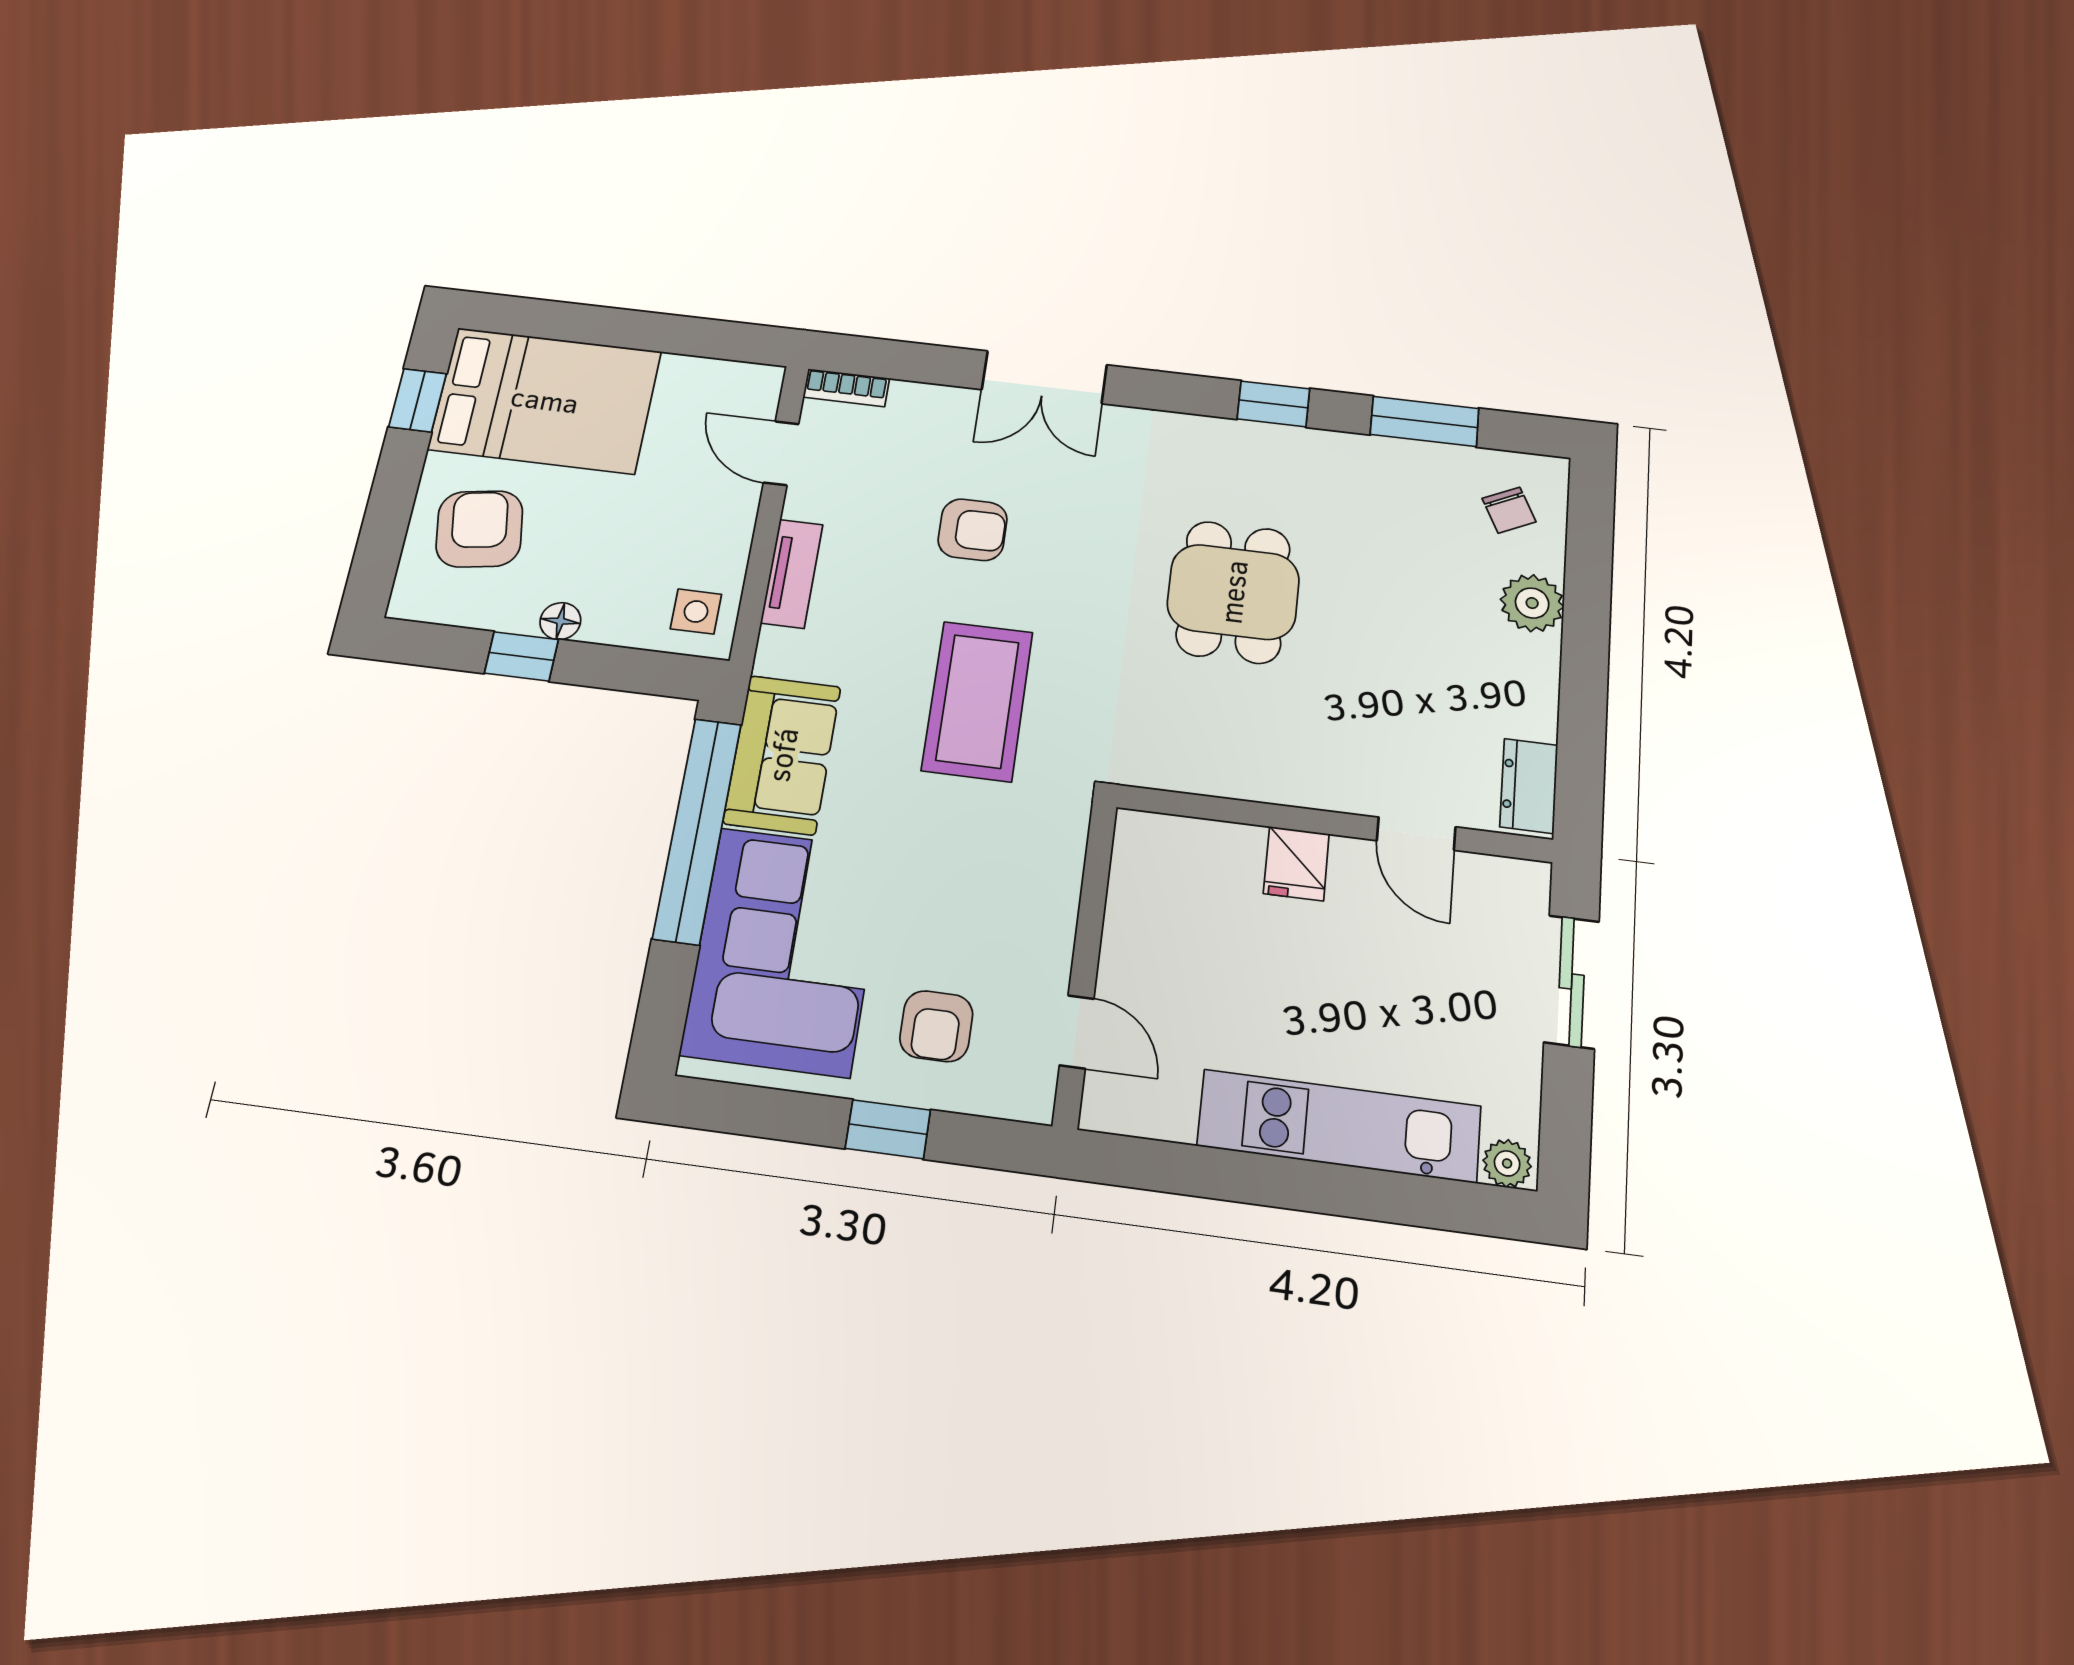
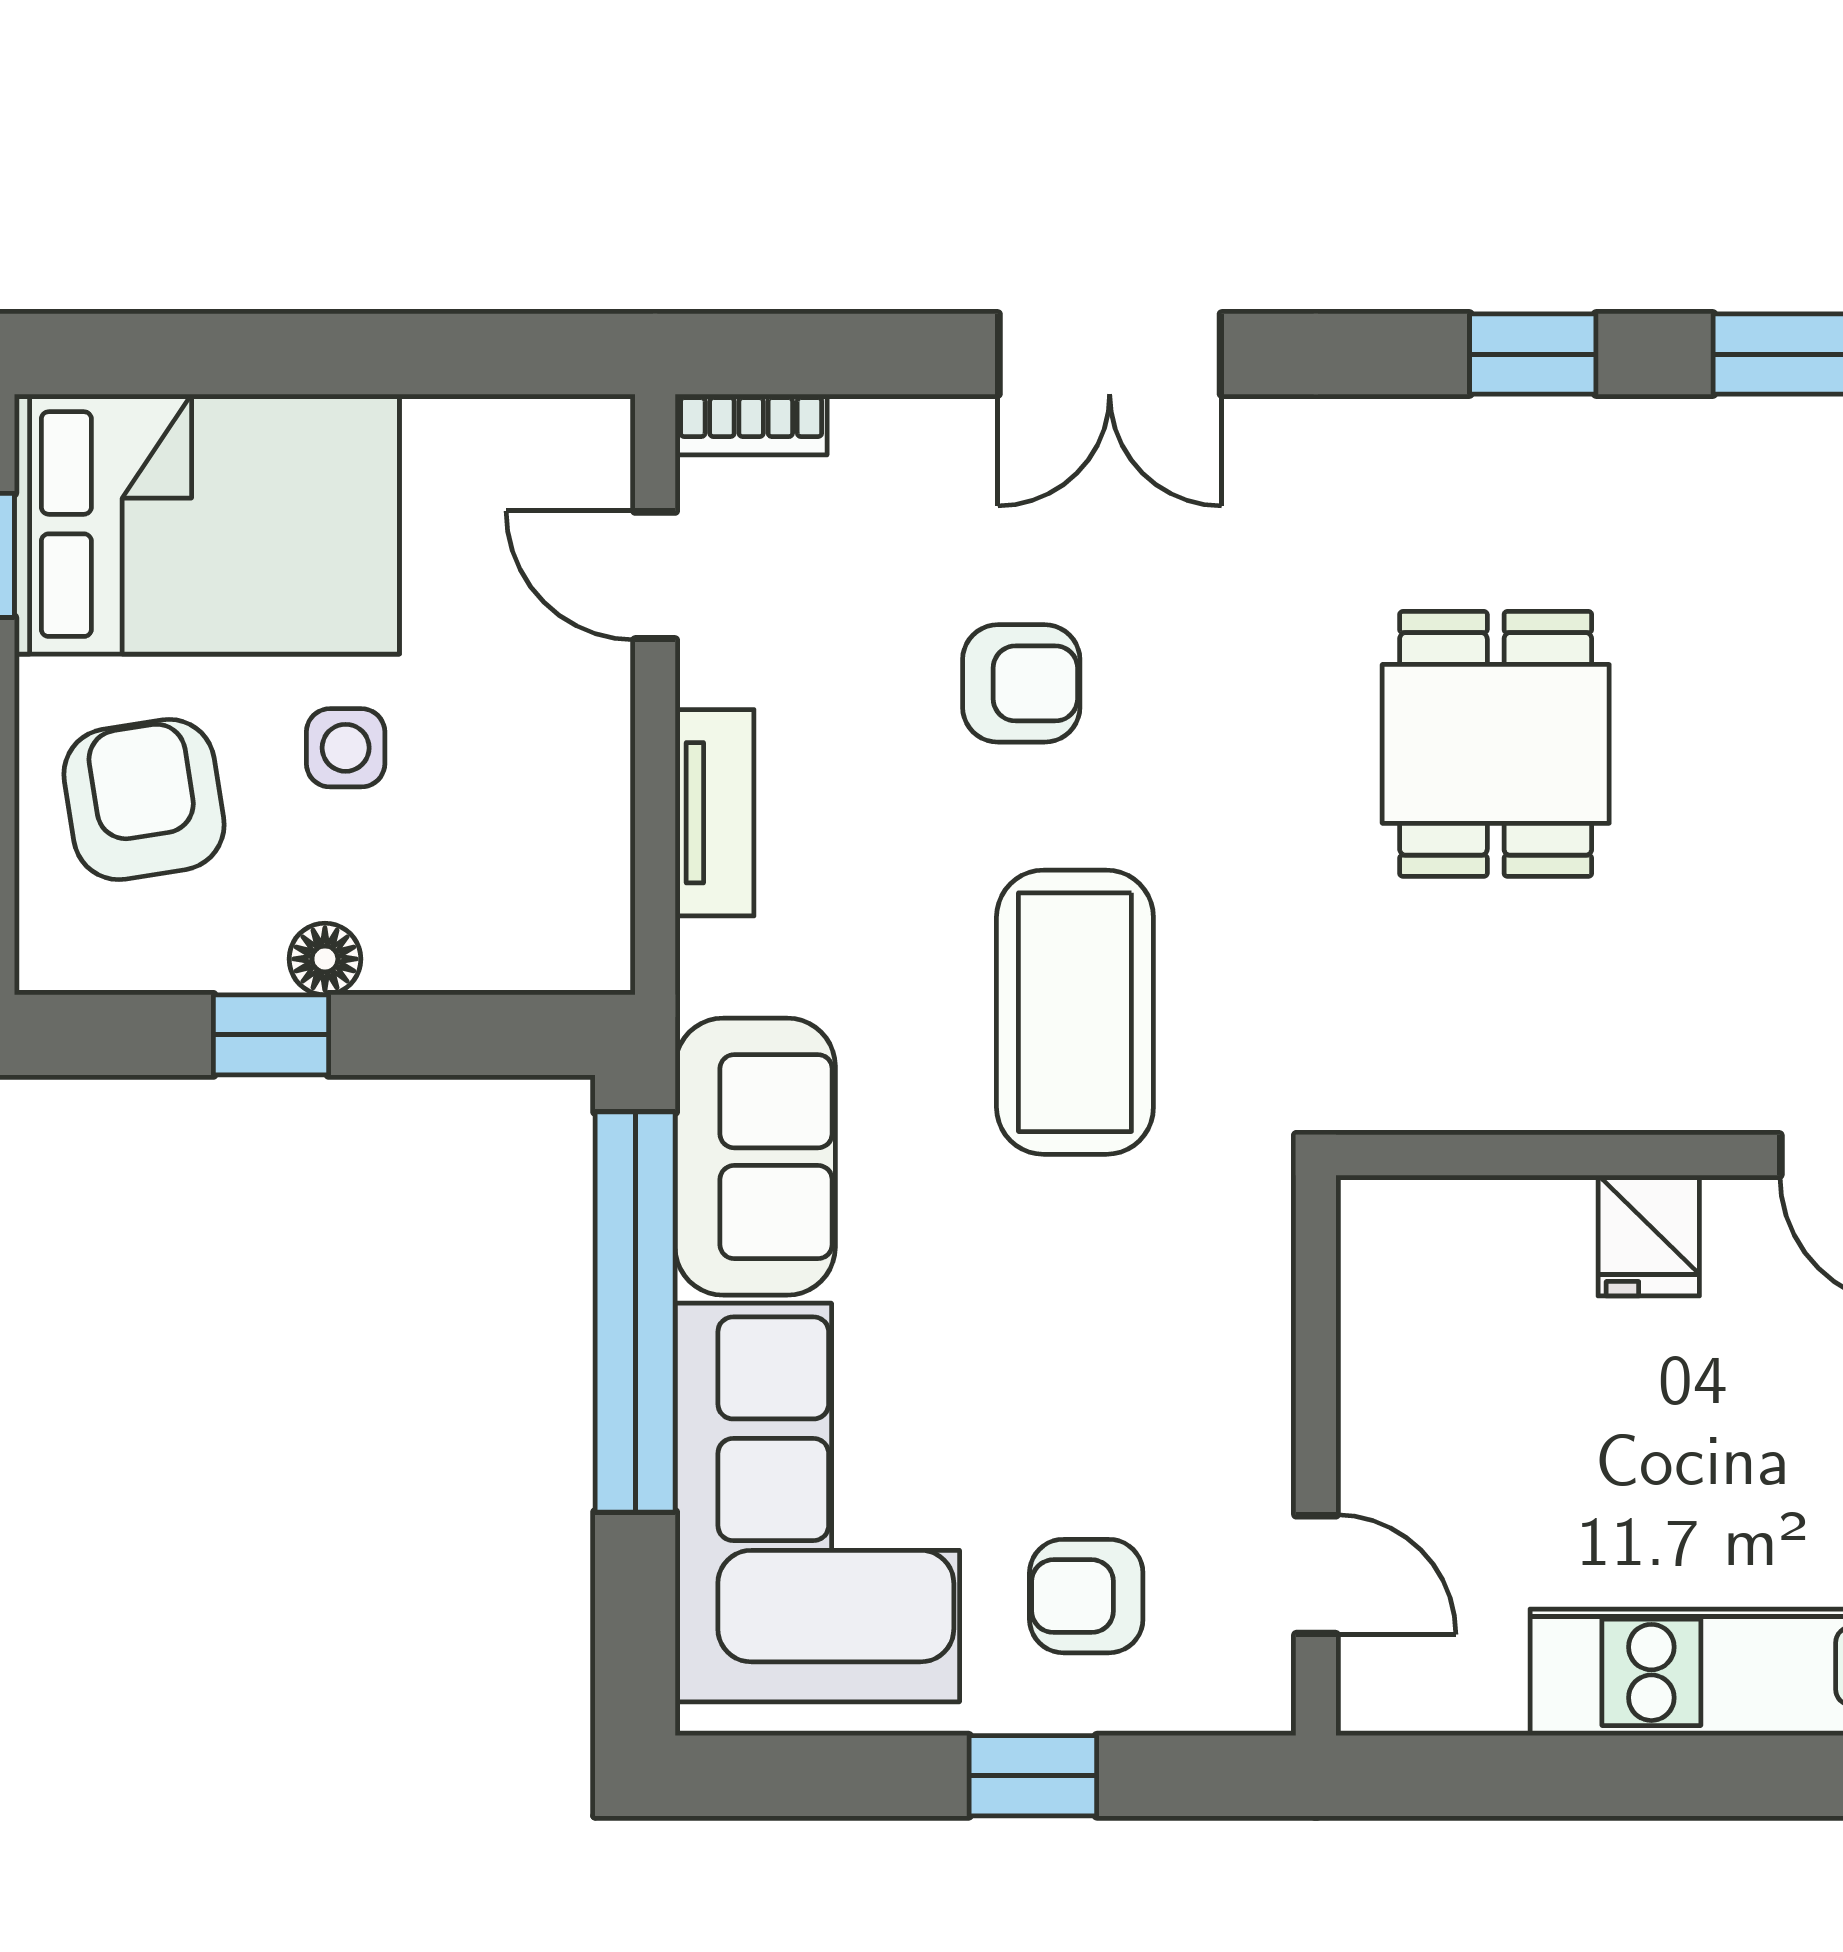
side table: (696, 611) -> (346, 748), moved
armchair: (936, 1026) -> (1086, 1596), turned 90

